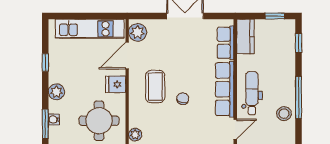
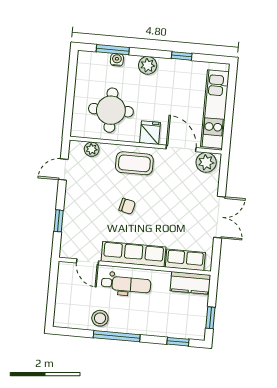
coffee table: (155, 87) -> (134, 163), moved

